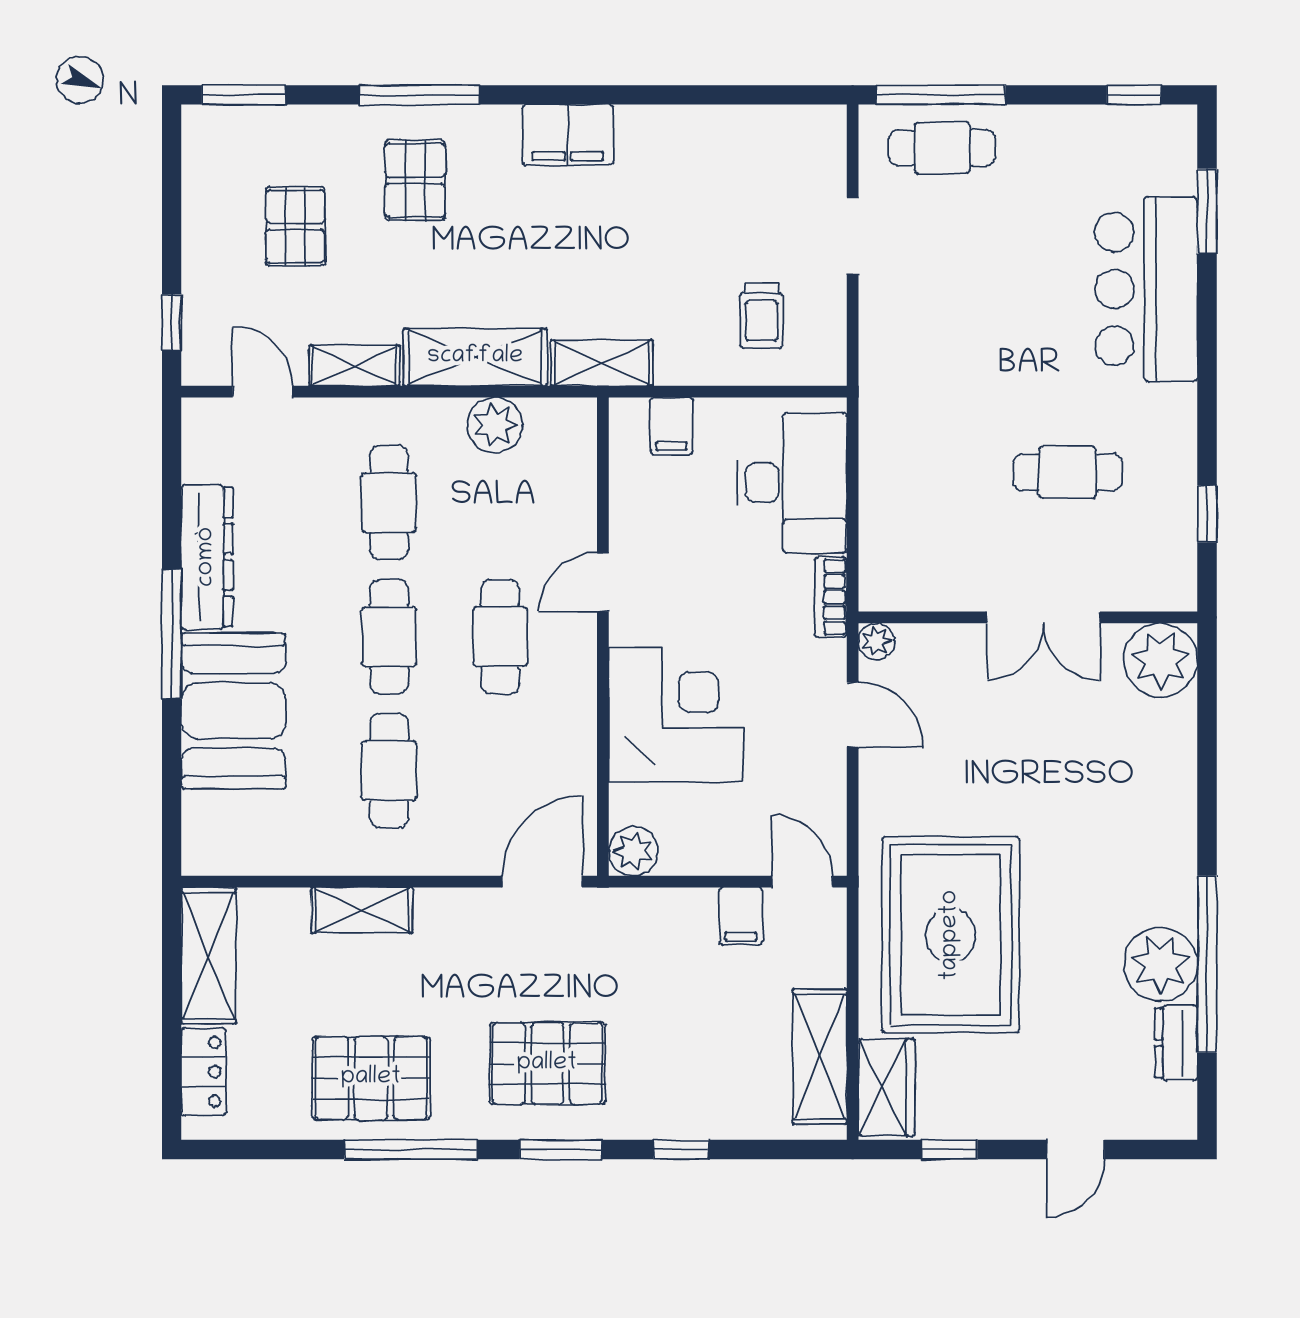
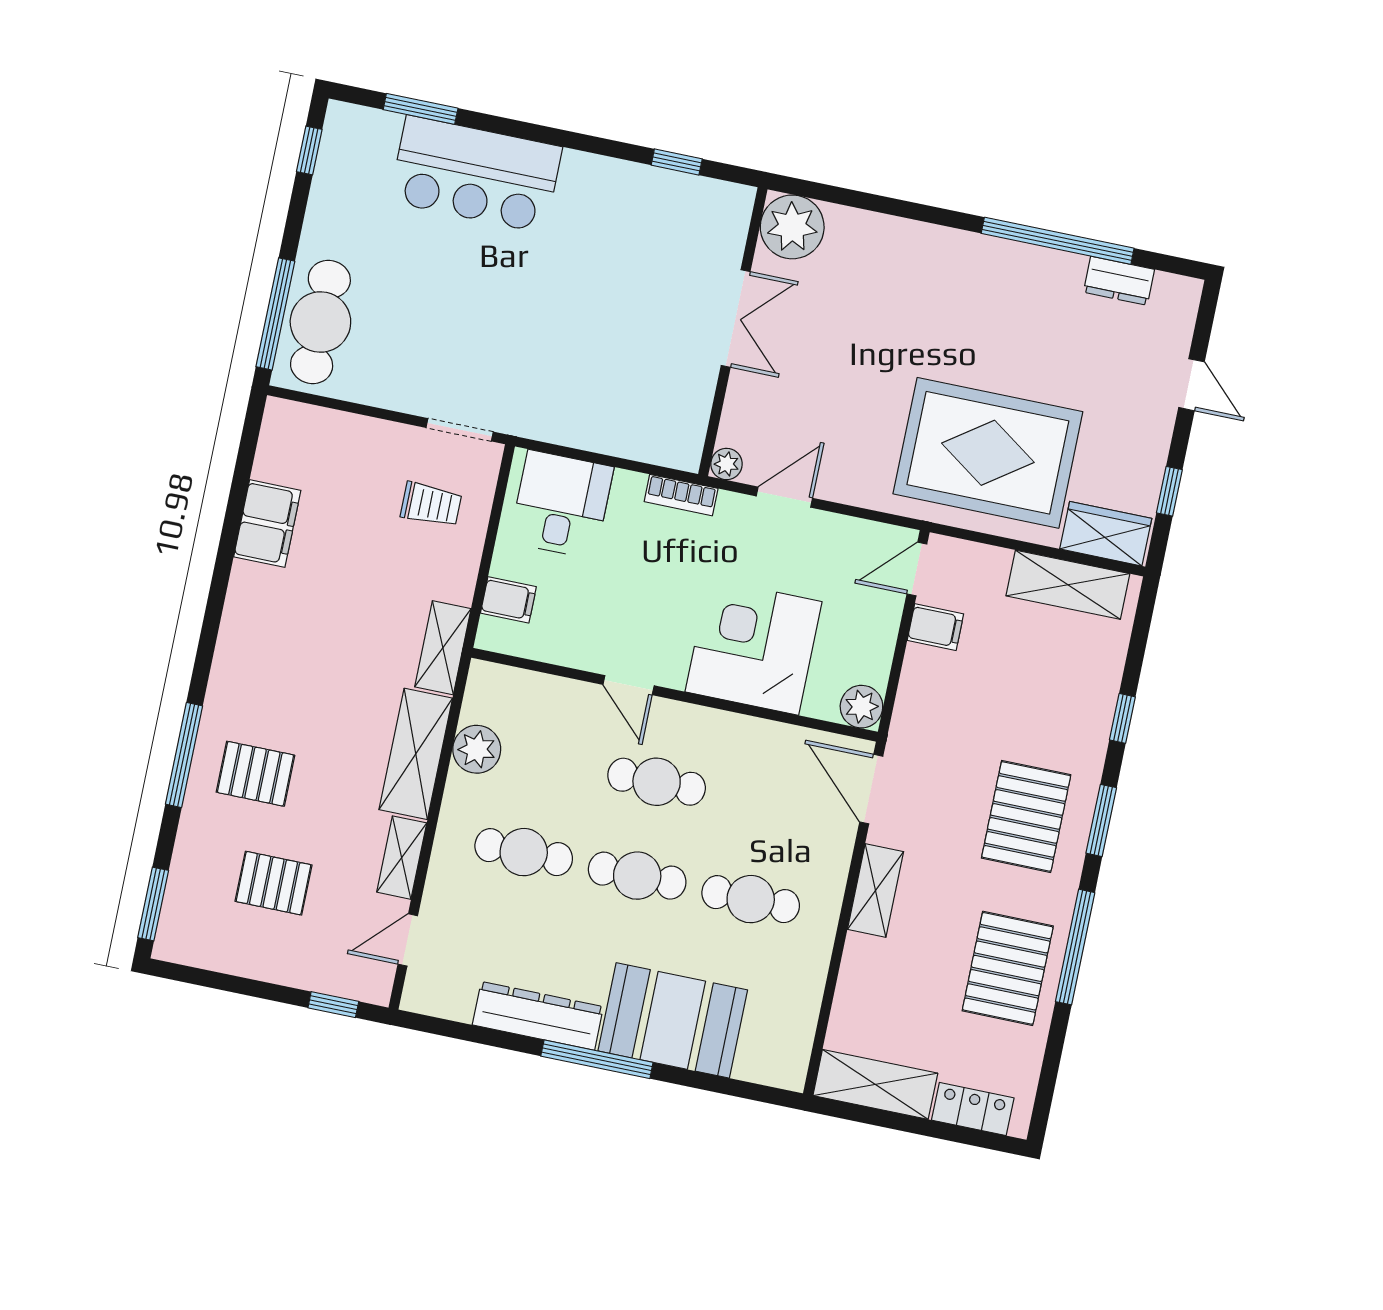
filing cabinet: (568, 135) -> (267, 524), moved
cafe table: (942, 148) -> (320, 322), width x1.37, depth x1.35
doorway: (853, 236) -> (460, 430), moved
cafe table: (1068, 472) -> (617, 273), removed
desk: (792, 483) -> (561, 505), width x0.73
shelving: (362, 910) -> (875, 890), moved
plant: (1160, 964) -> (1050, 280), removed

